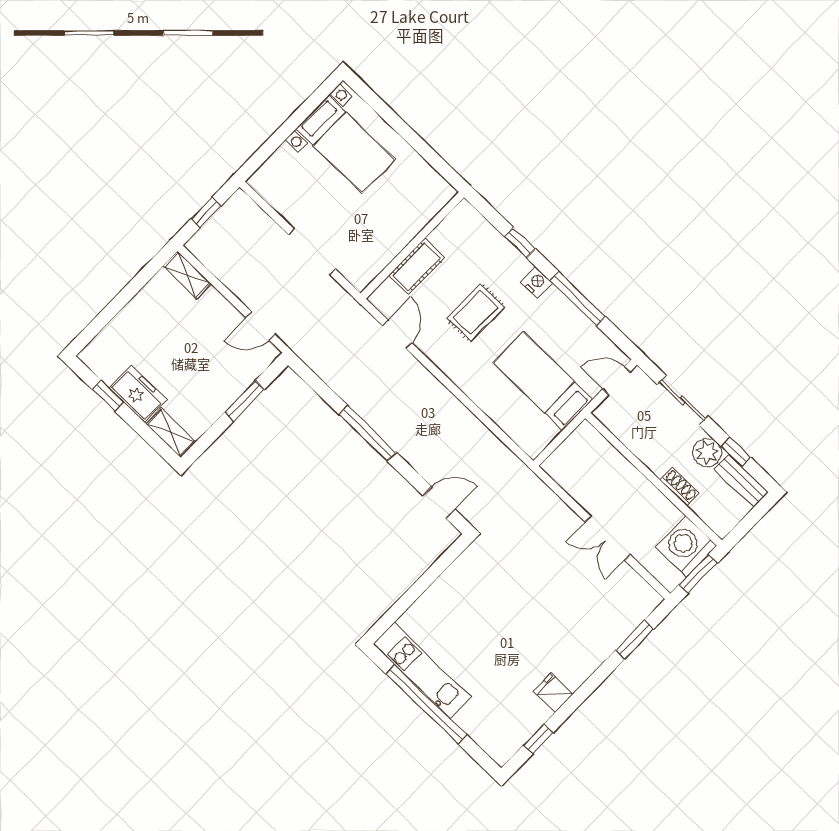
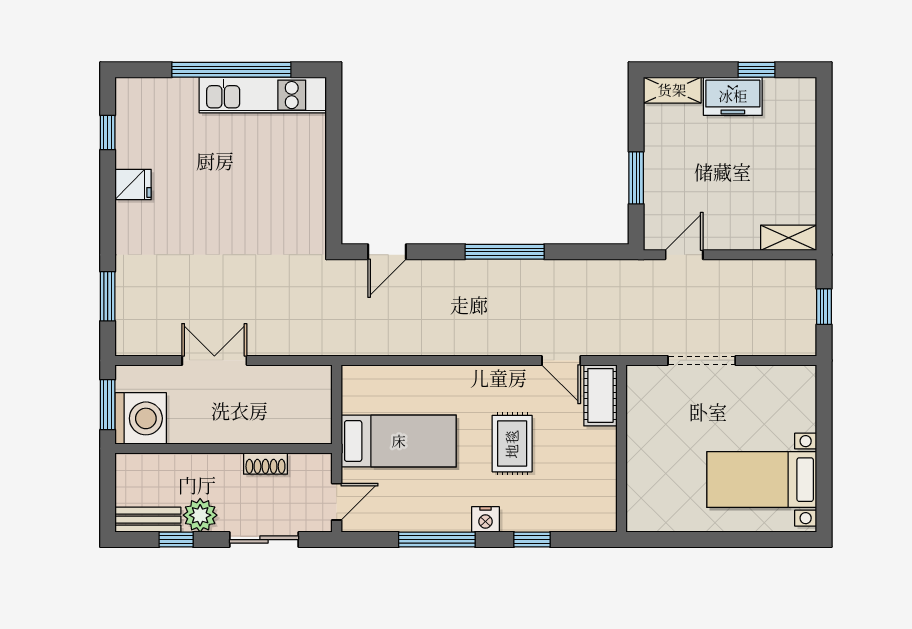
cot: (417, 266) -> (600, 395), moved
shoe rack: (679, 487) -> (265, 464), moved

